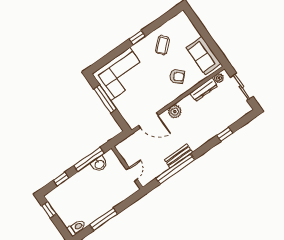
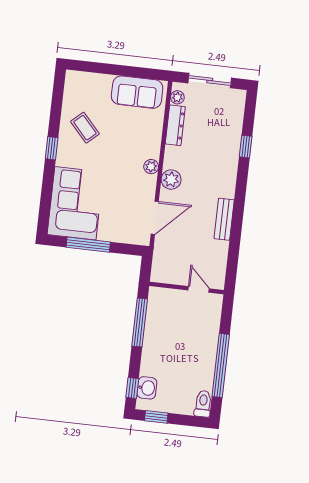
armchair: (177, 76) -> (134, 142), removed
plant: (172, 96) -> (151, 167), added
washbasin: (99, 164) -> (147, 388), moved
window: (175, 169) -> (235, 236), removed
window: (61, 179) -> (132, 388), moved
window: (104, 219) -> (221, 365), width x1.46

